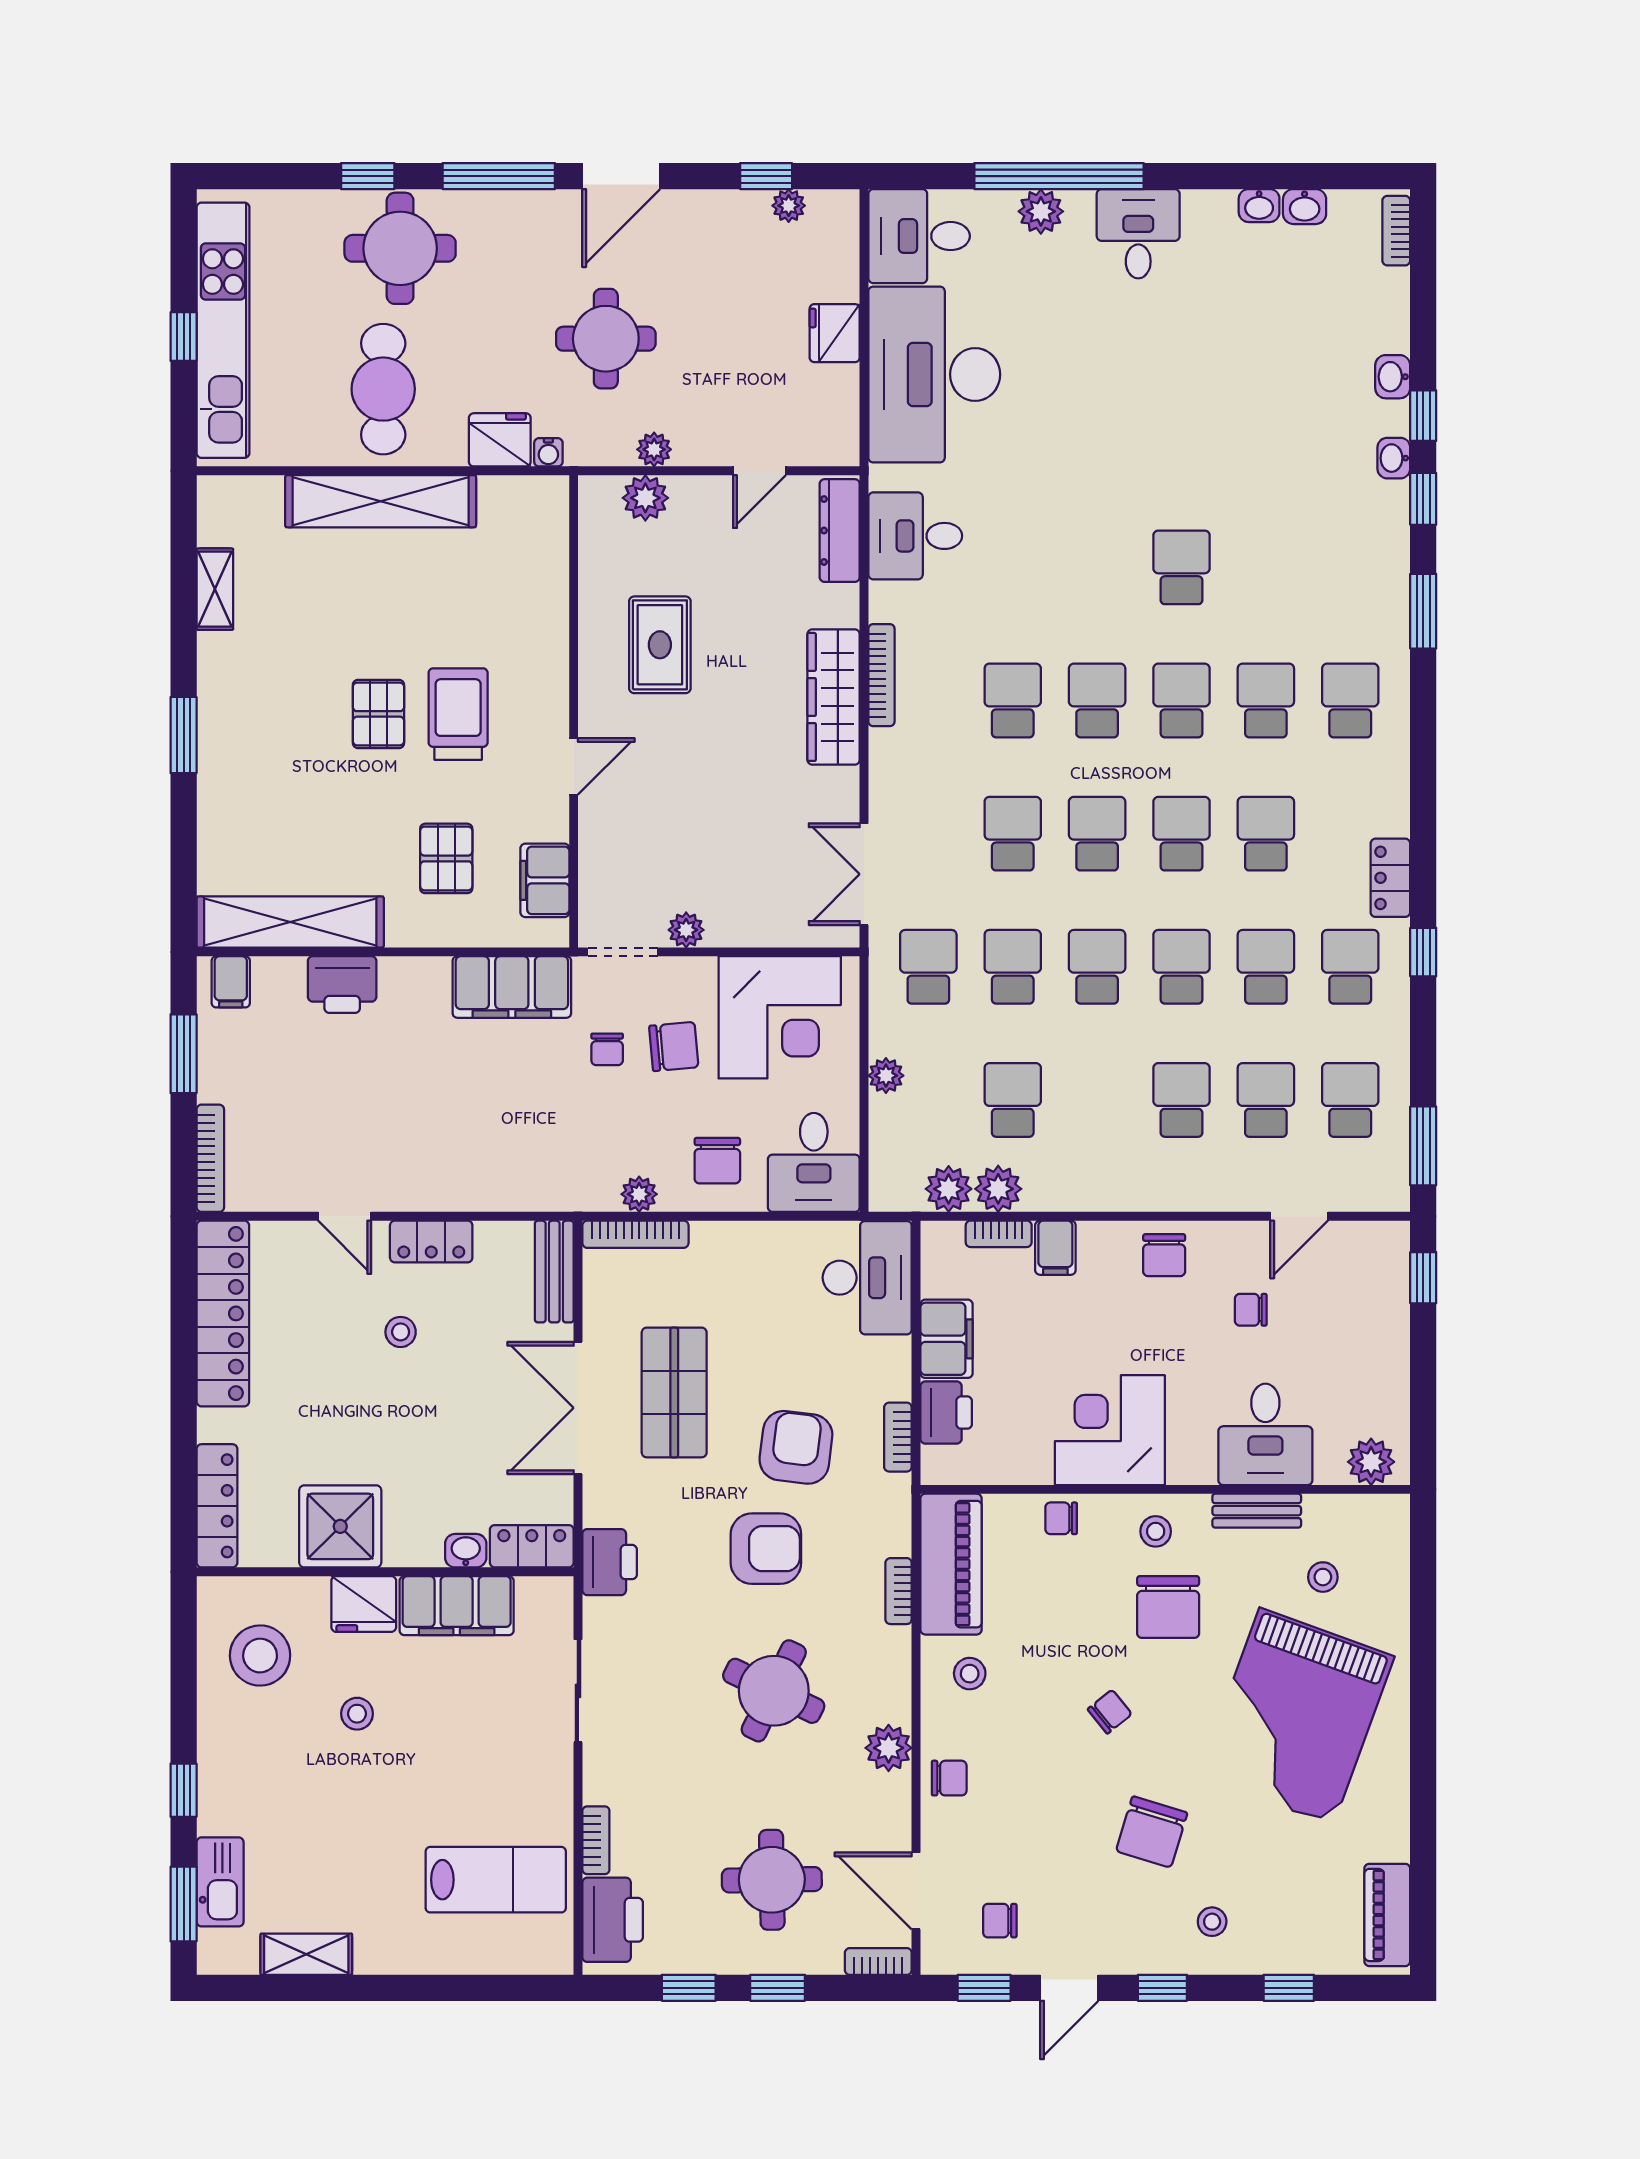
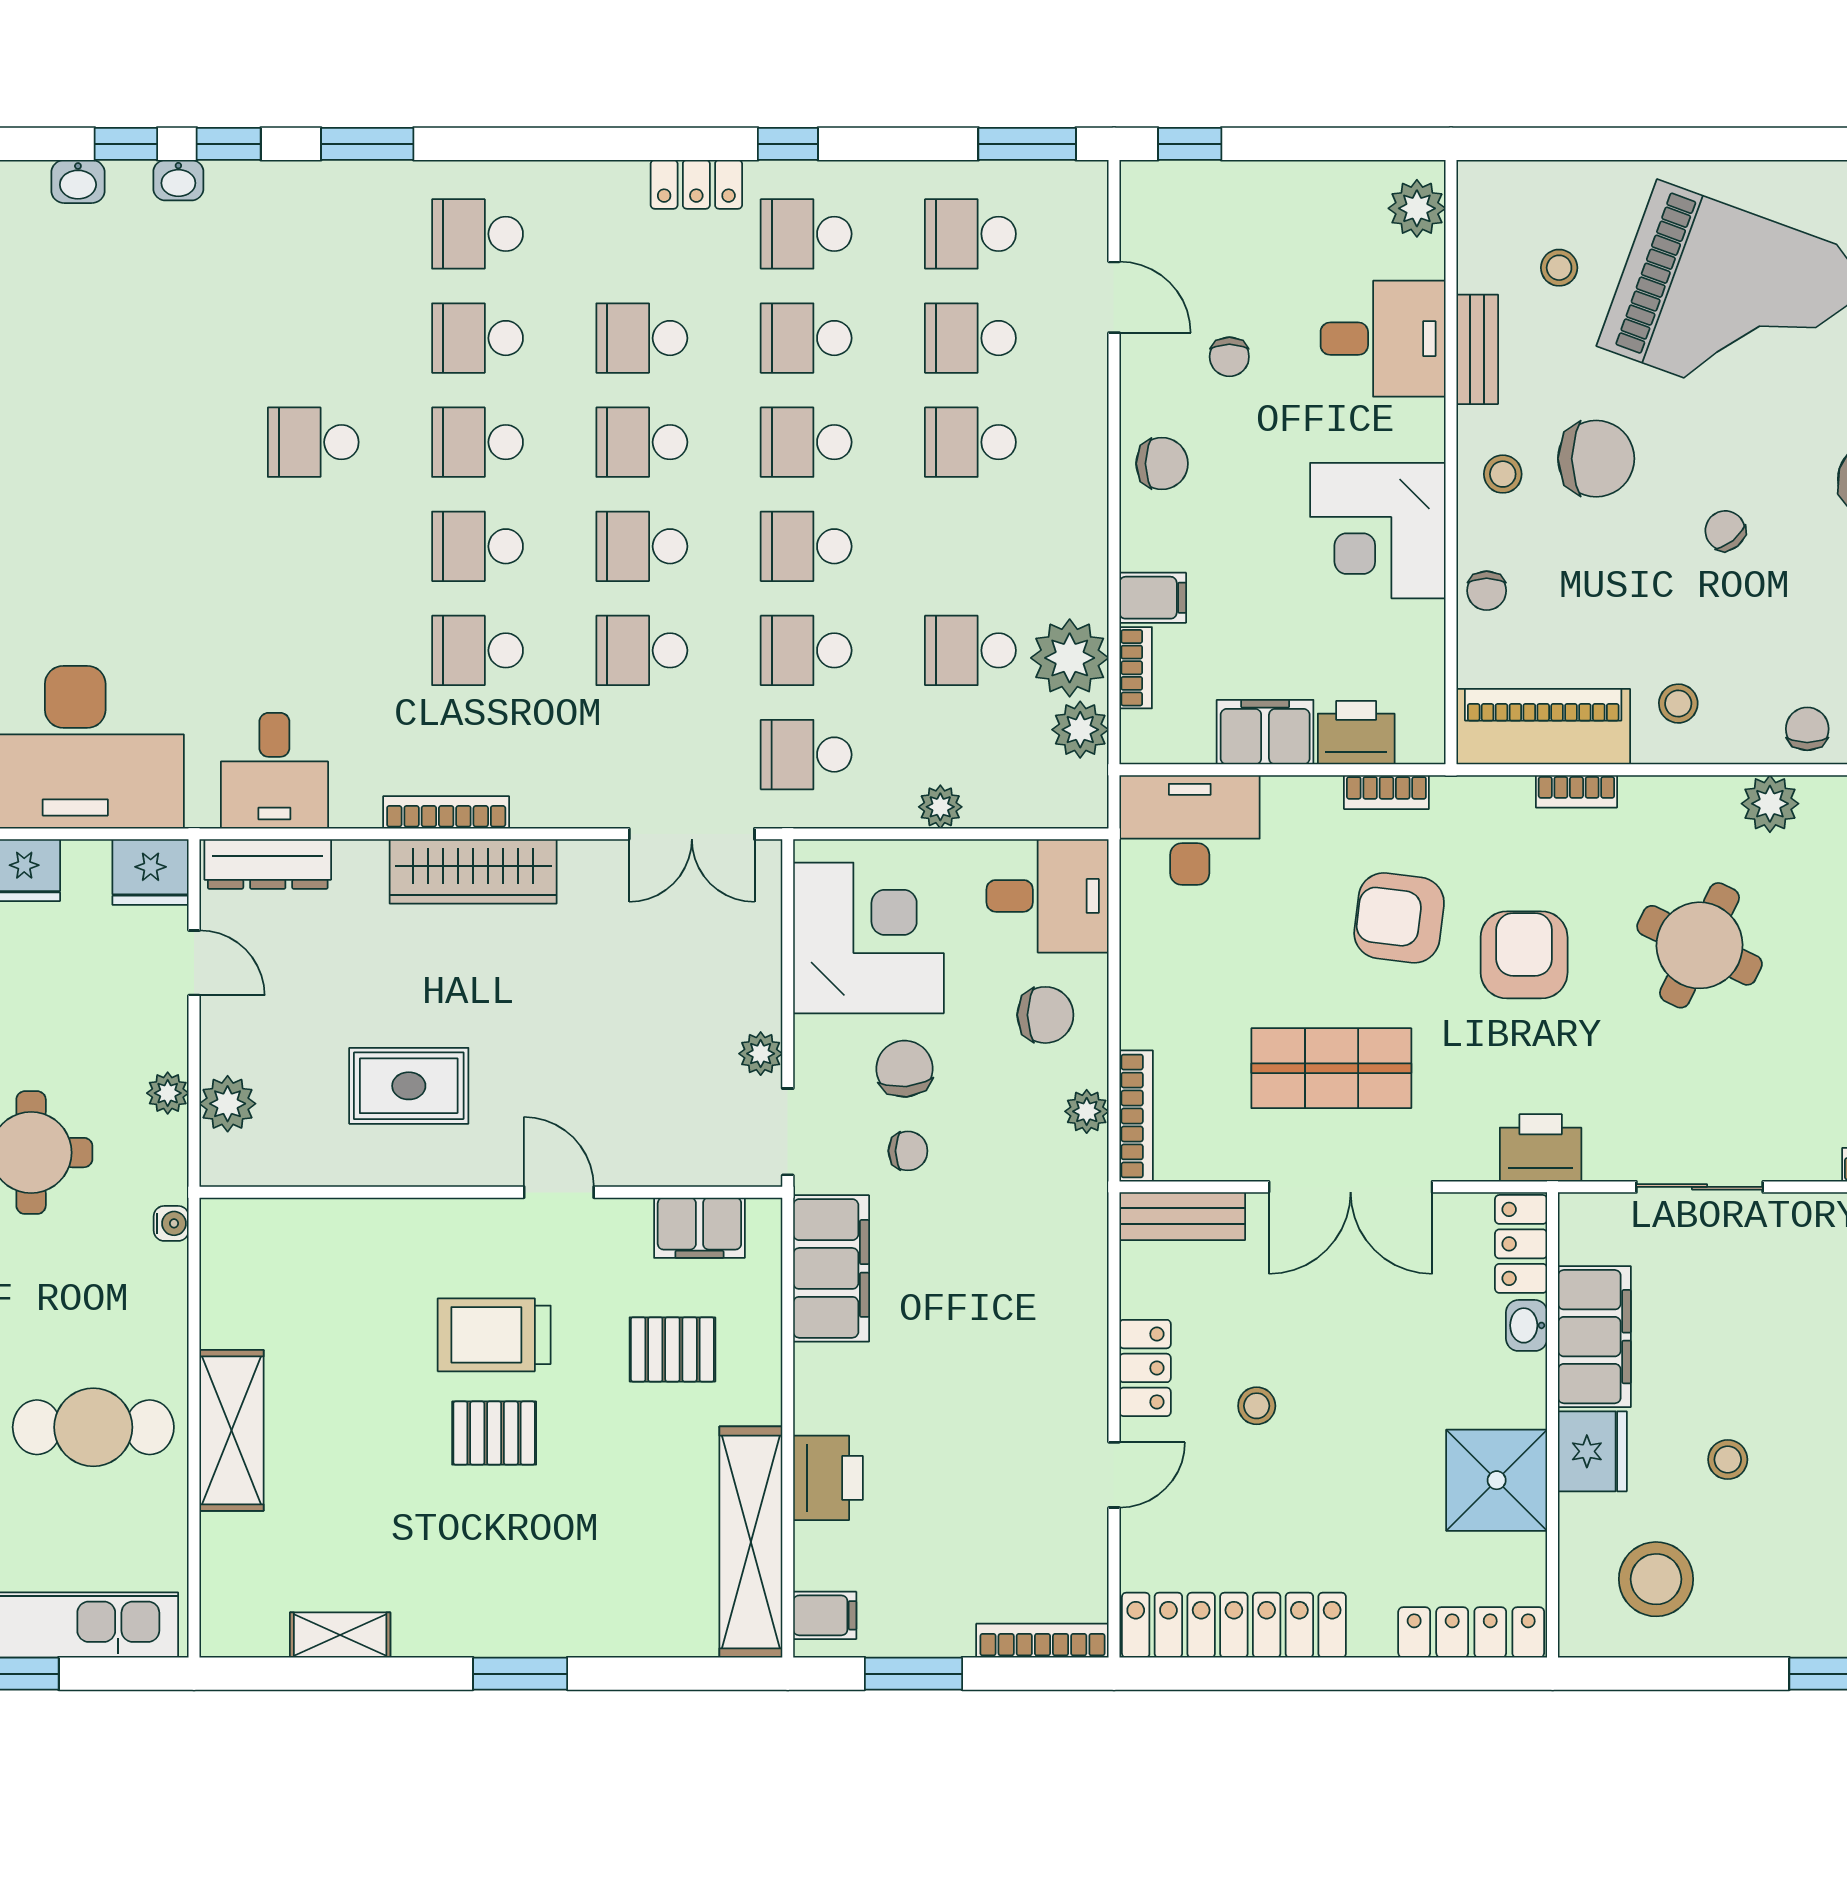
fridge: (500, 440) -> (151, 872), moved, turned -90
shelving: (381, 501) -> (232, 1430), width x0.68
plant: (998, 1189) -> (1070, 658), width x1.36, depth x1.36

